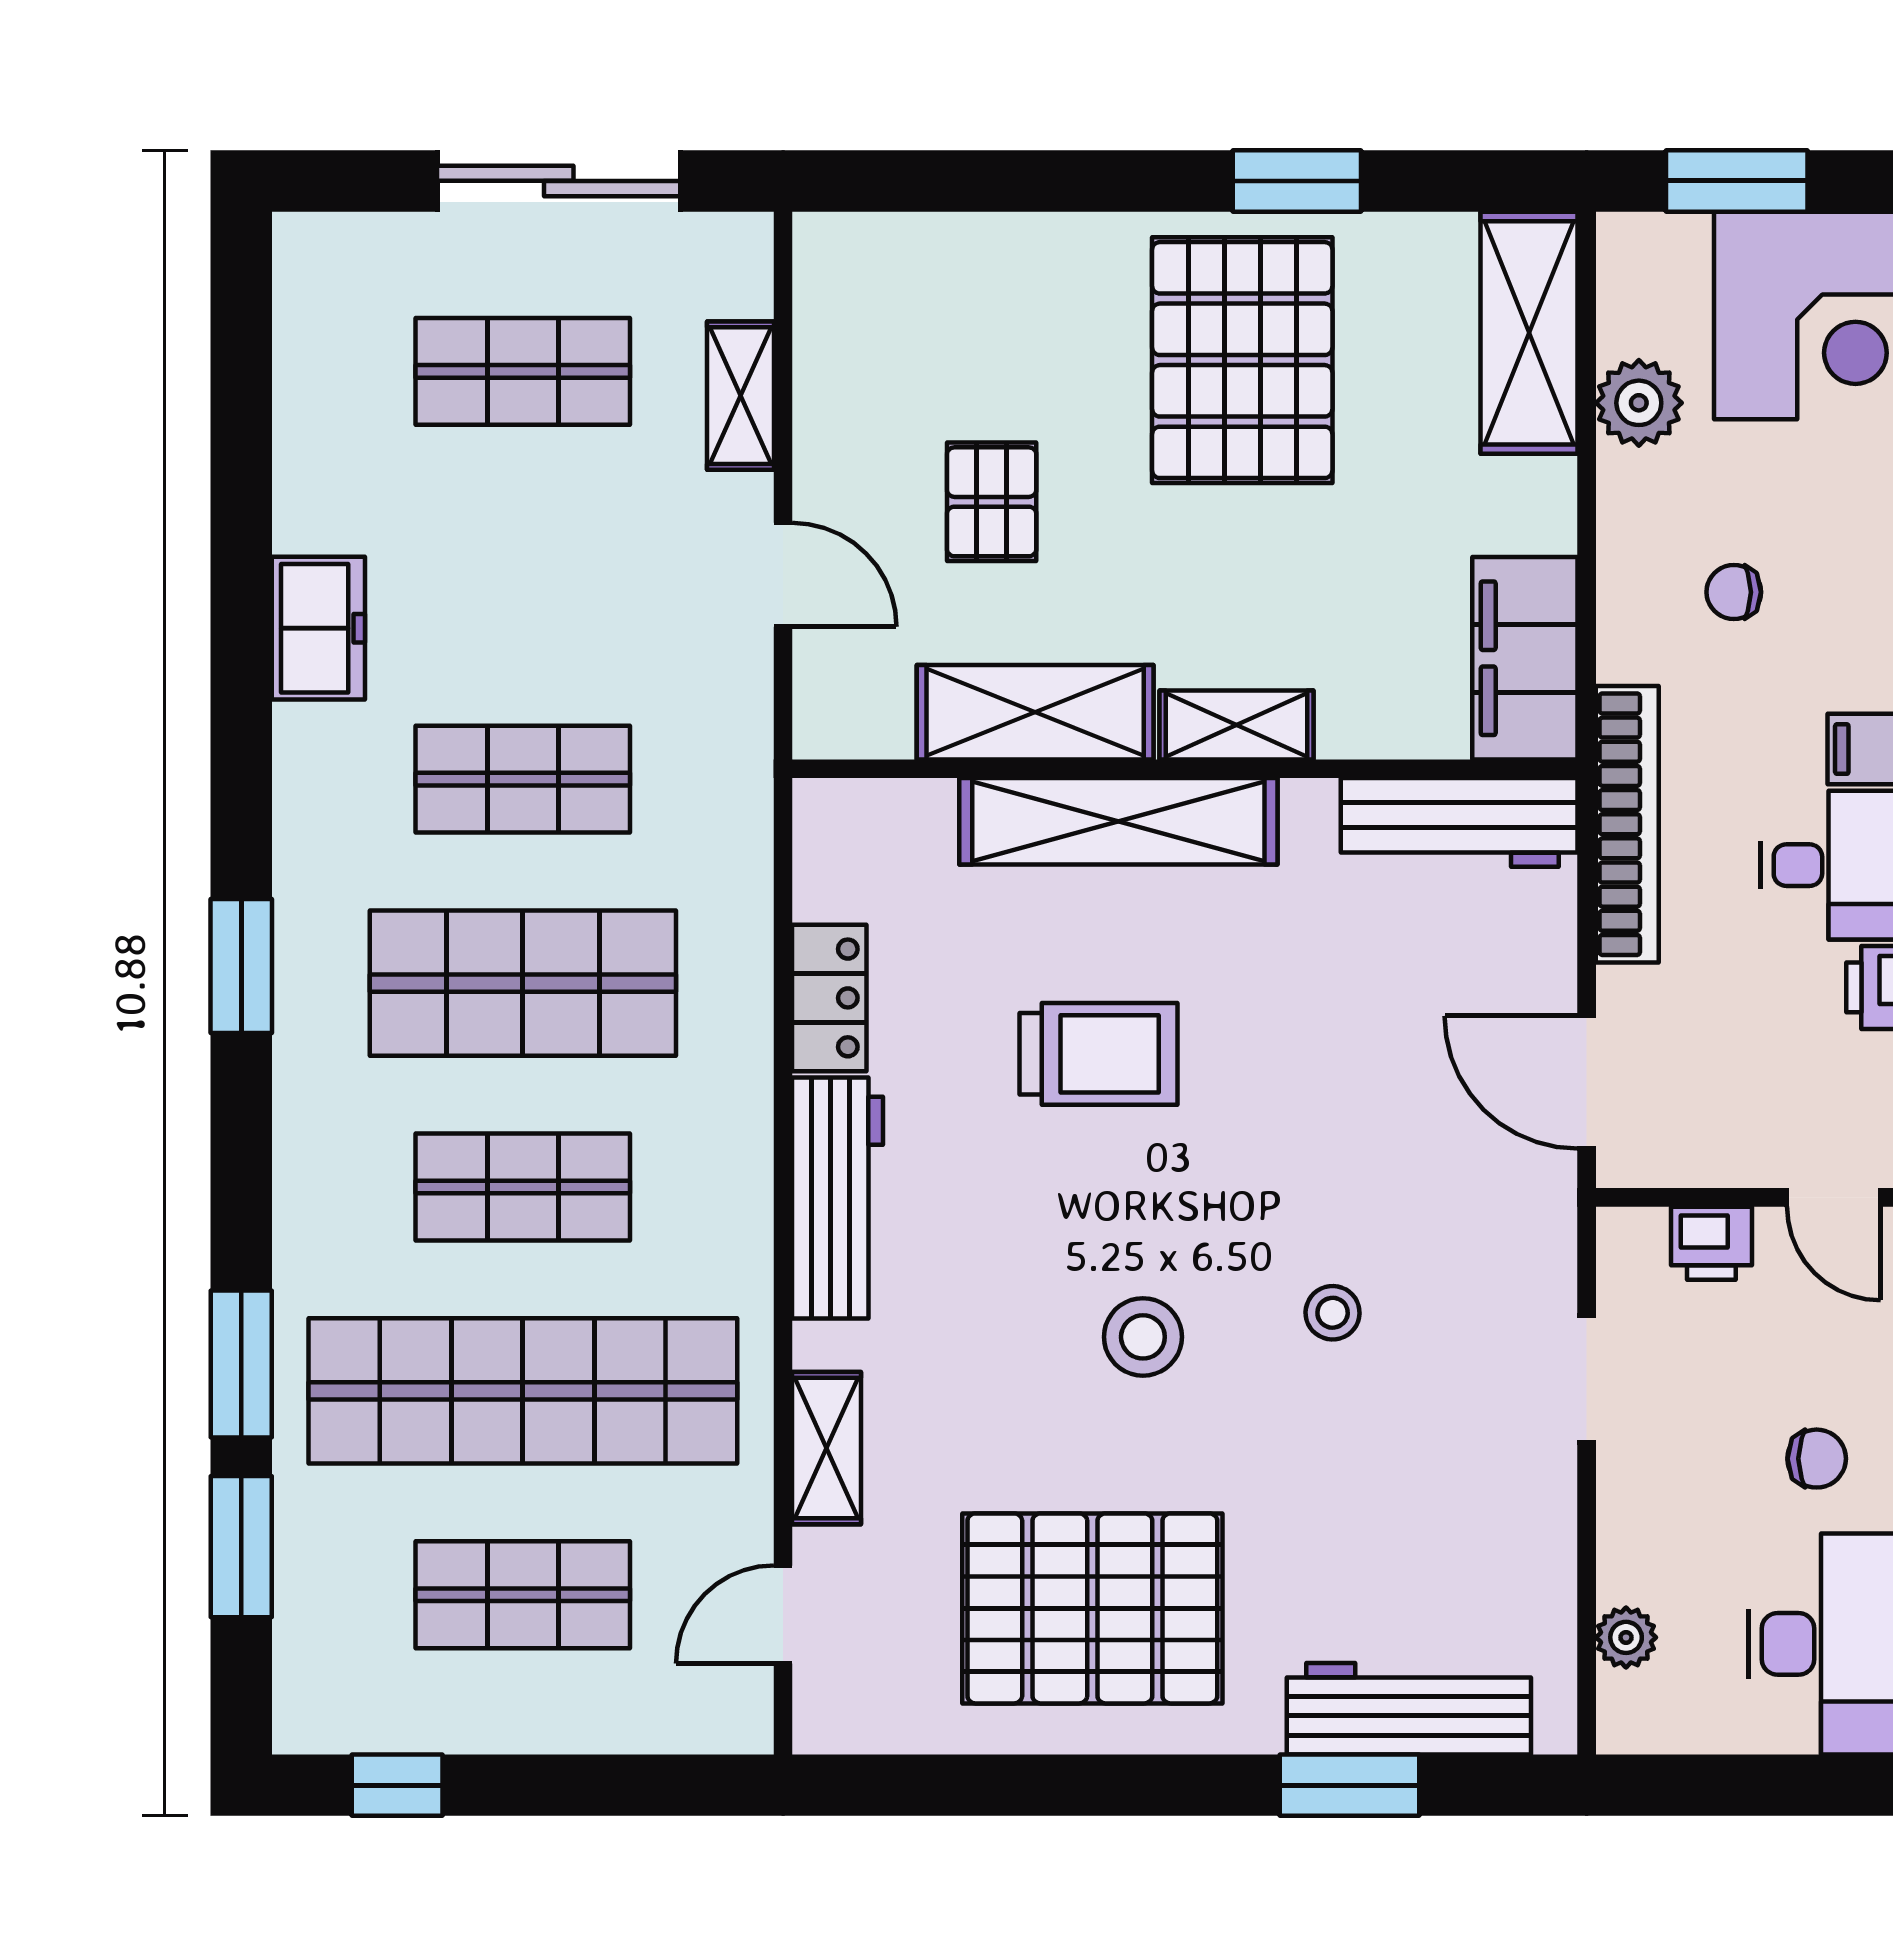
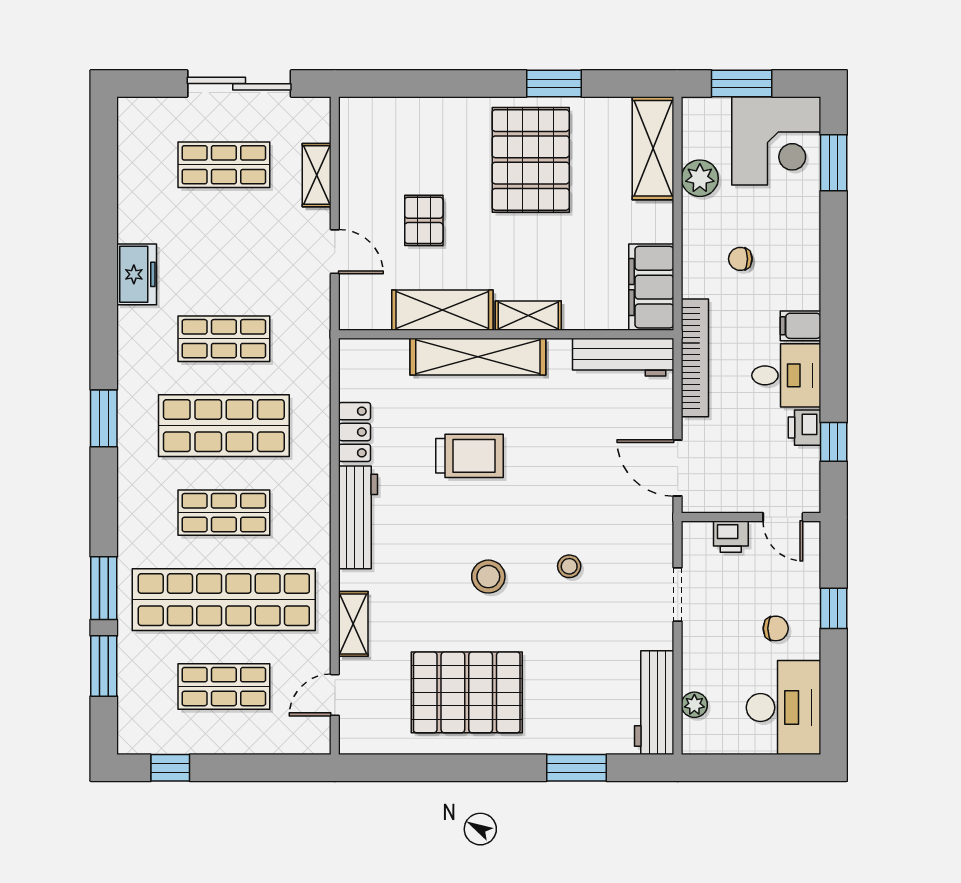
workbench: (1409, 1709) -> (654, 703), moved, turned -90

